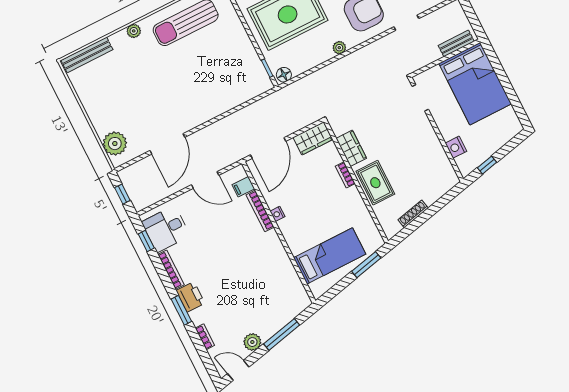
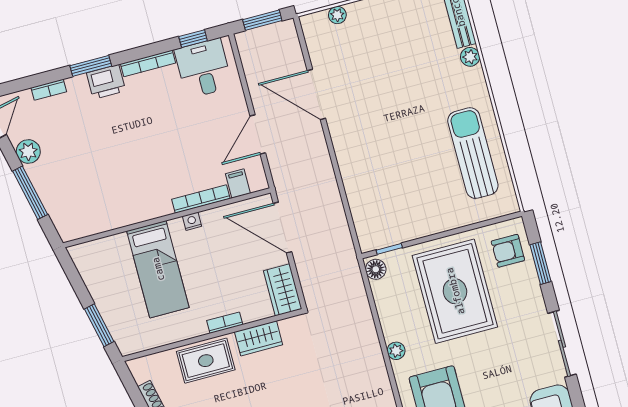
plant: (134, 31) -> (470, 57), moved
plant: (115, 144) -> (337, 15), width x0.53, depth x0.53
window: (122, 194) -> (262, 20), width x1.50
bed: (330, 256) -> (158, 269), moved

